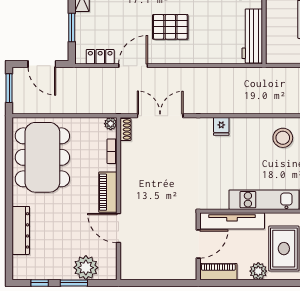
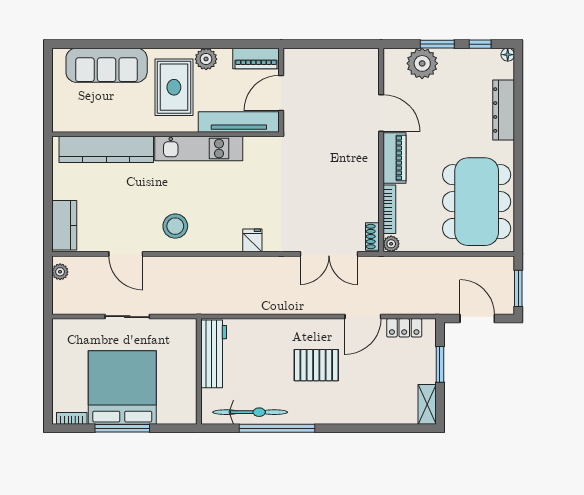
bookcase: (112, 151) -> (389, 209), width x1.56
floor lamp: (18, 275) -> (508, 55), added

